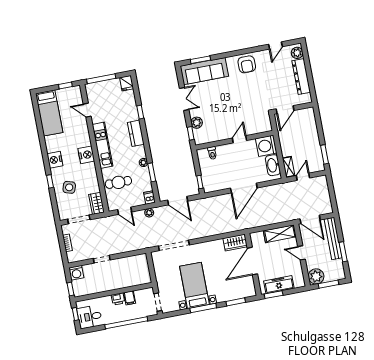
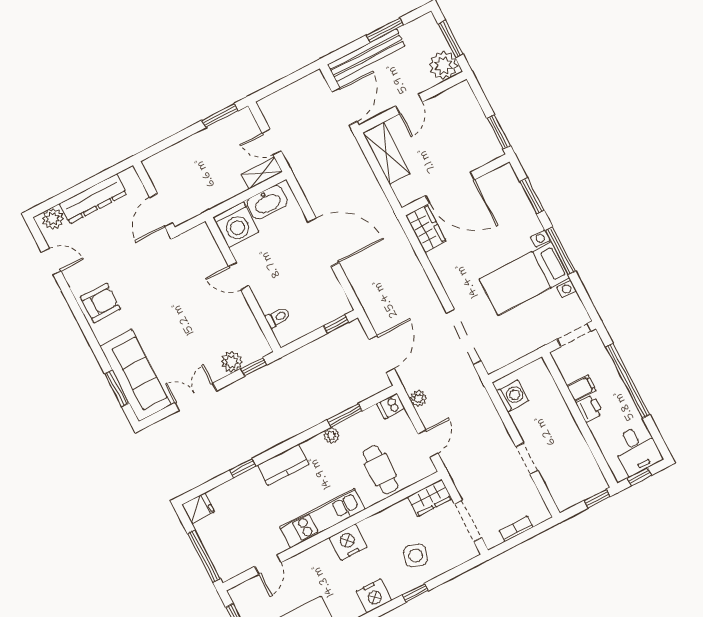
door: (285, 110) -> (161, 210), swing flipped
washing machine: (76, 273) -> (513, 396), moved
freezer: (279, 285) -> (478, 128), removed

